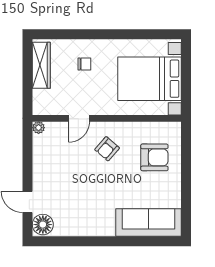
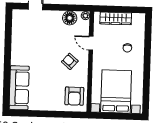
wardrobe: (41, 65) -> (116, 18), moved
armchair: (154, 157) -> (74, 96), moved
floor lamp: (43, 225) -> (70, 18), moved

